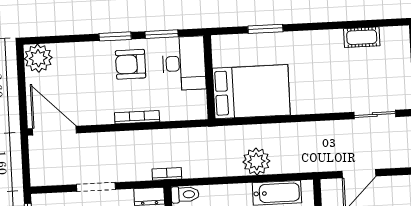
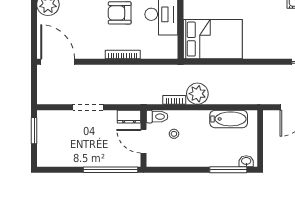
plant: (256, 161) -> (197, 94), moved
bookcase: (167, 174) -> (174, 100), moved

